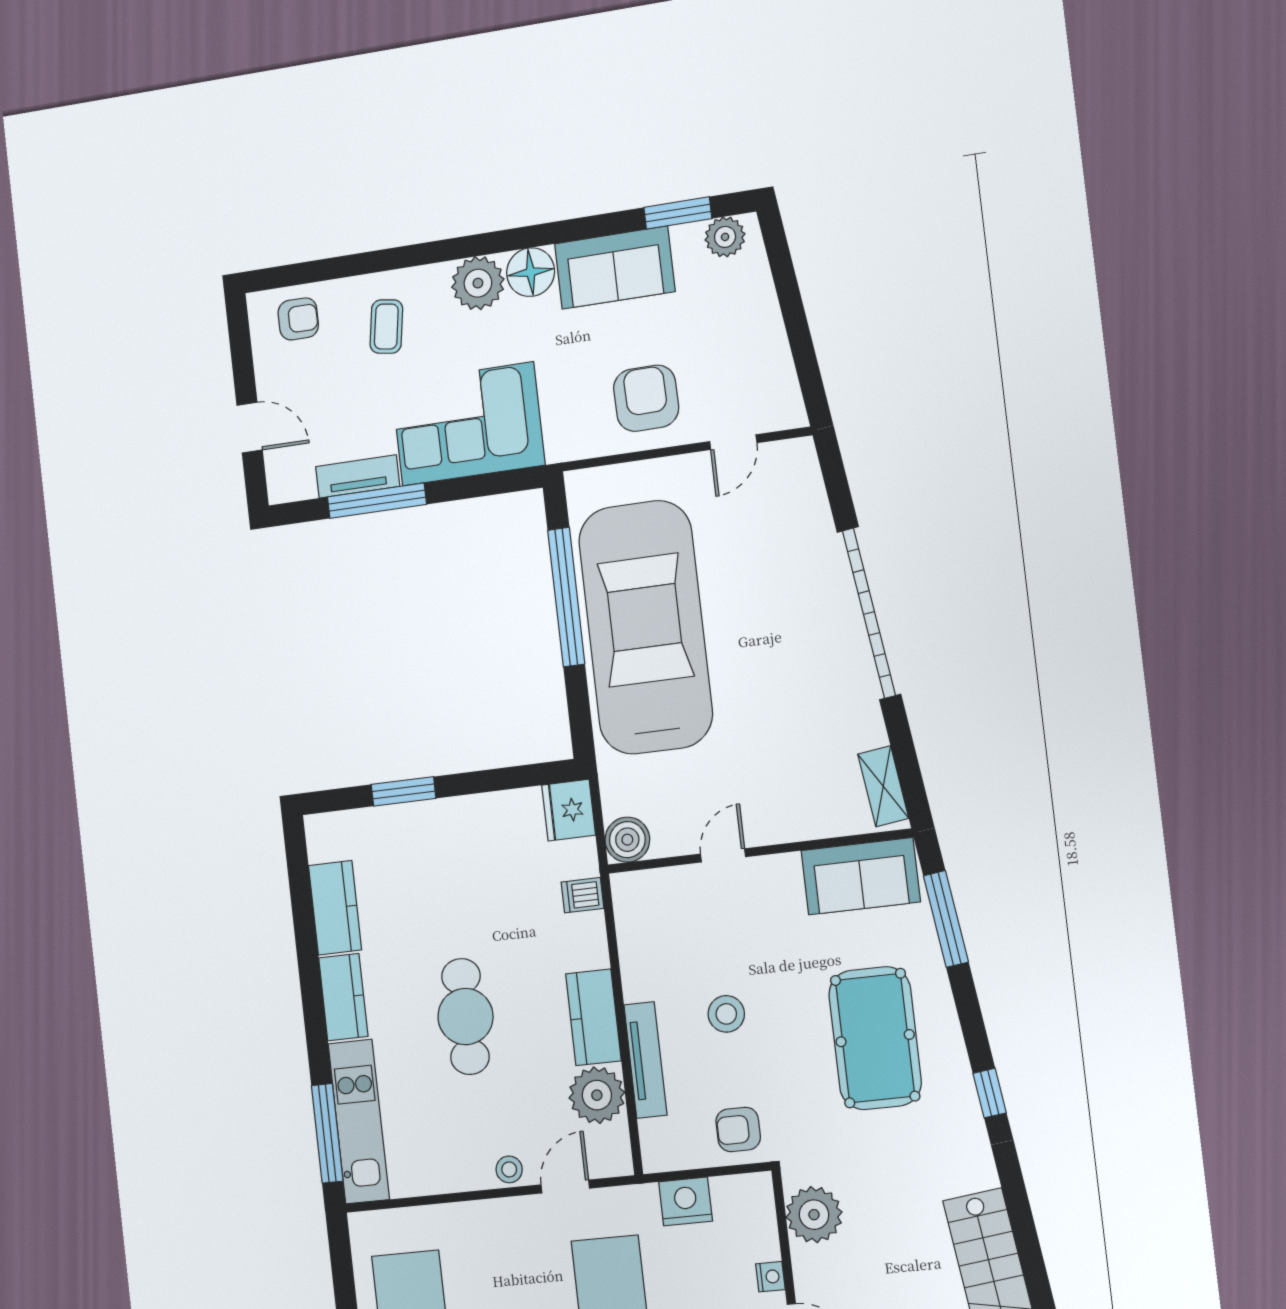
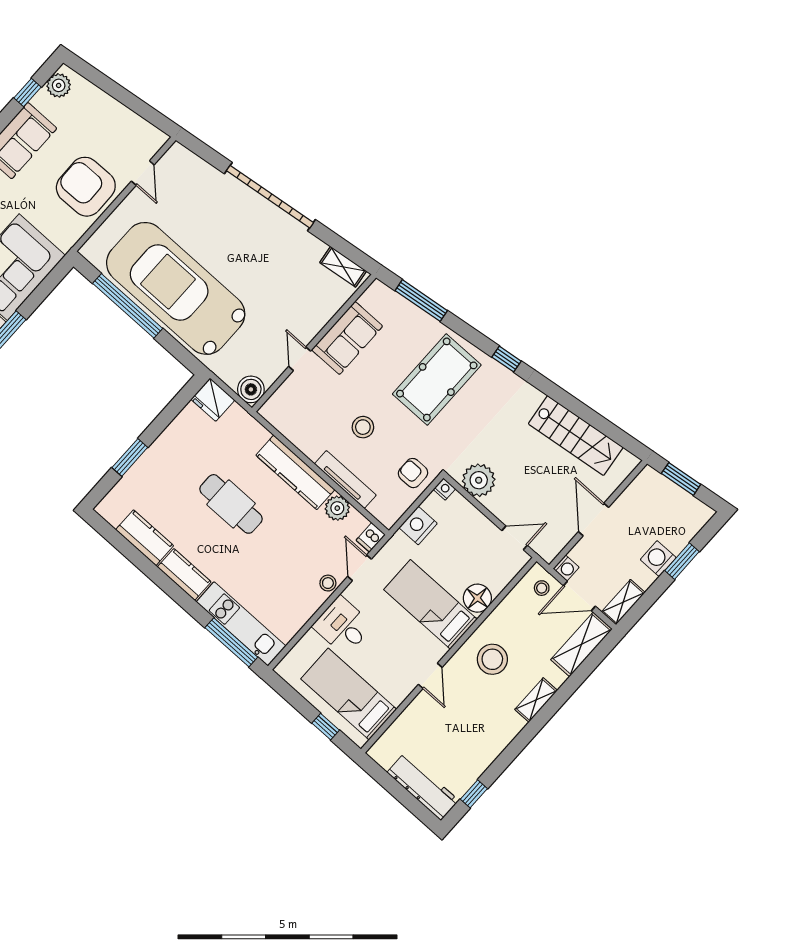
window: (678, 213) -> (27, 92), width x0.67
armchair: (646, 398) -> (86, 187), width x1.36, depth x1.36
sofa: (861, 876) -> (347, 338), moved
dishwasher: (582, 895) -> (371, 537), moved
cafe table: (465, 1017) -> (231, 504), moved
kitchen counter: (593, 1017) -> (295, 472), width x1.50
pool table: (875, 1038) -> (437, 379), turned 90
plant: (597, 1095) -> (337, 508), width x0.73, depth x0.73
armchair: (738, 1129) -> (413, 473), turned 90
desk: (481, 1239) -> (343, 626), added
nightstand: (770, 1277) -> (444, 489), moved

